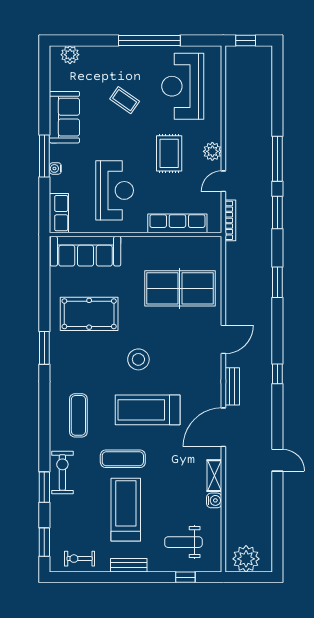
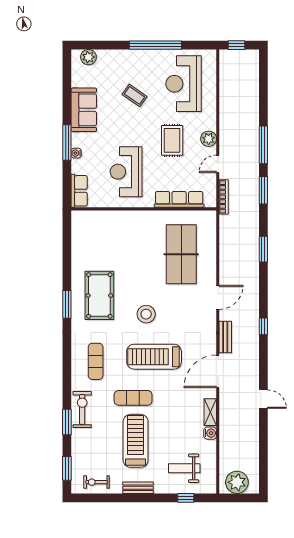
reception desk: (115, 190) -> (126, 172), turned 180
sofa: (86, 251) -> (102, 223), removed
table tennis table: (180, 288) -> (181, 254), turned 90
pool table: (89, 314) -> (99, 295), moved, turned 90

